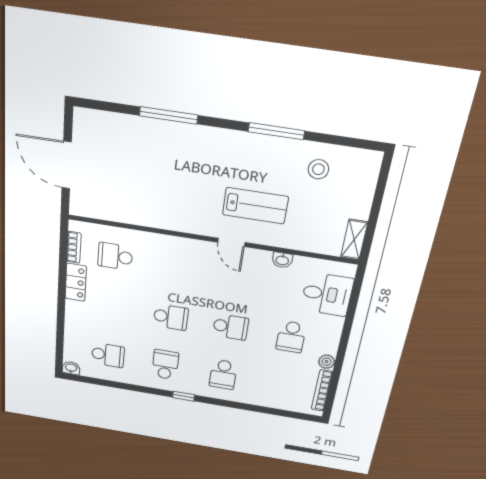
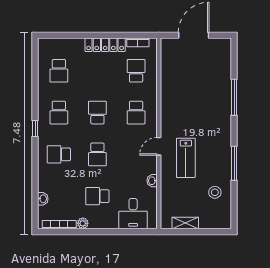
shelving: (354, 240) -> (185, 223), moved
school desk: (177, 266) -> (136, 113), added
locker: (76, 282) -> (105, 45), width x1.53
school desk: (171, 317) -> (97, 113), turned 180
school desk: (165, 365) -> (59, 113), turned 90
washbasin: (71, 368) -> (43, 199), moved

